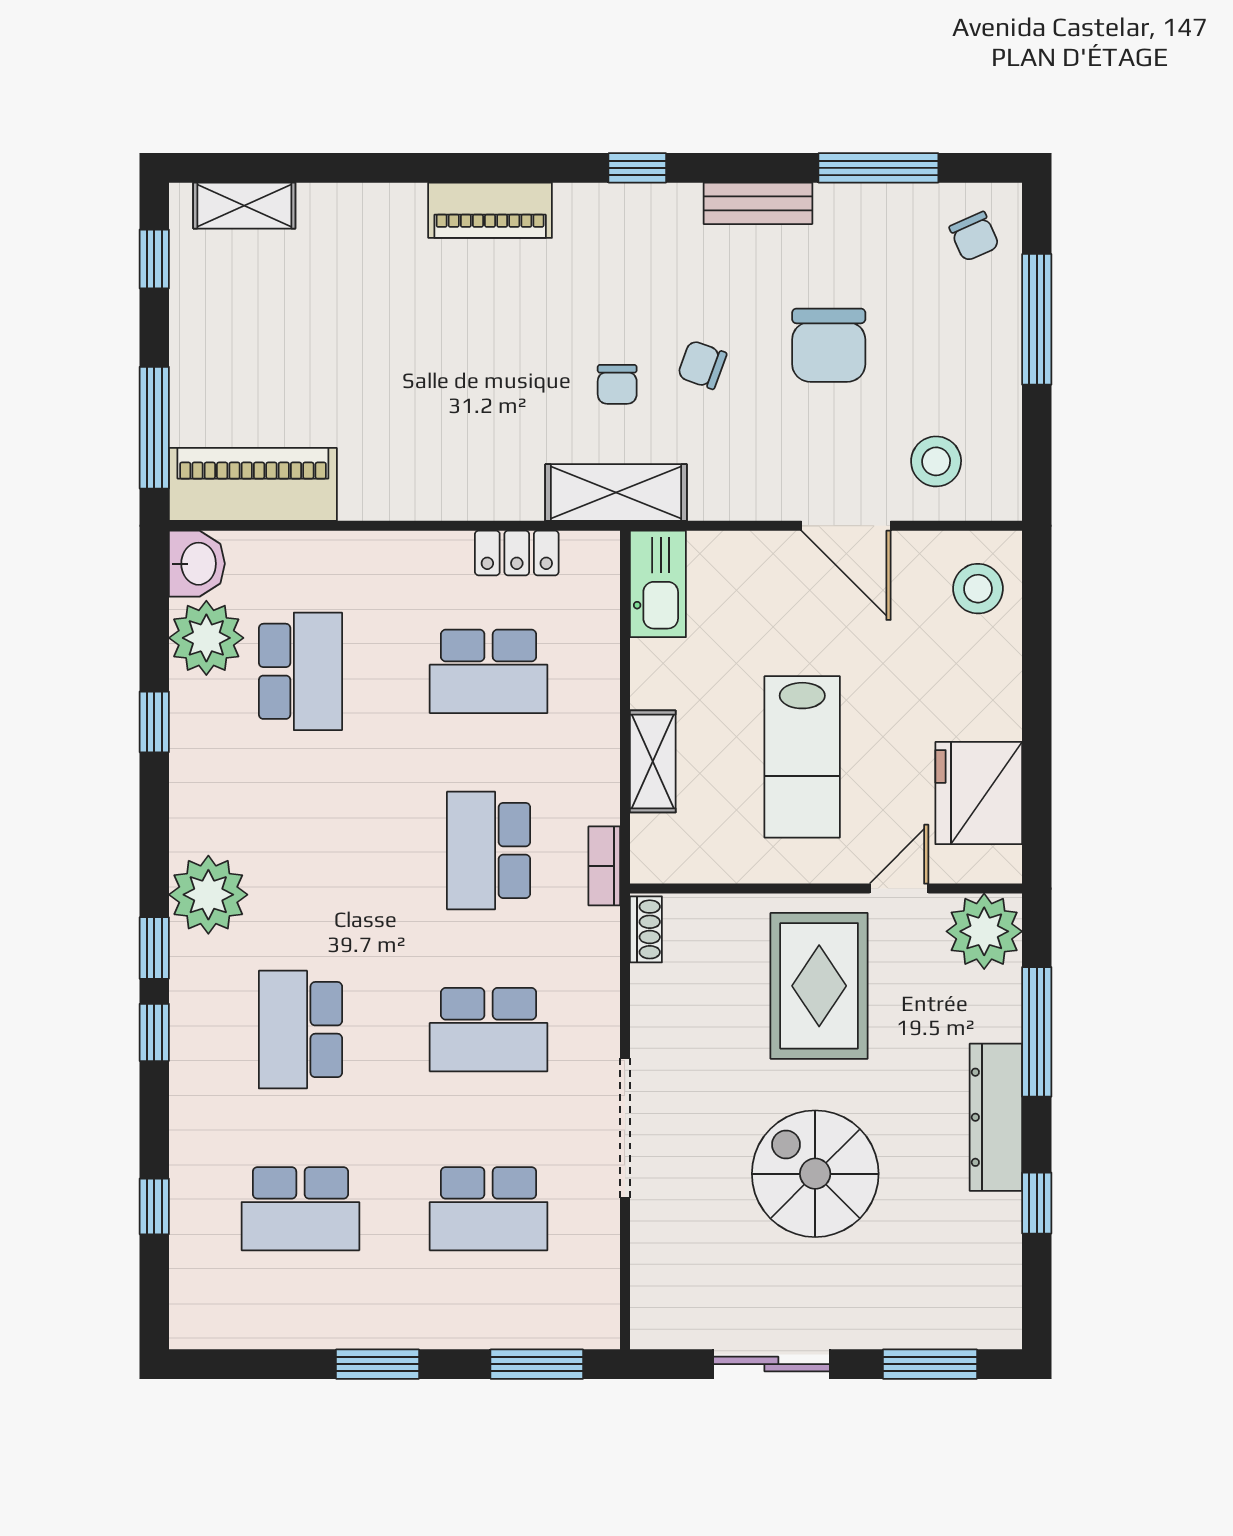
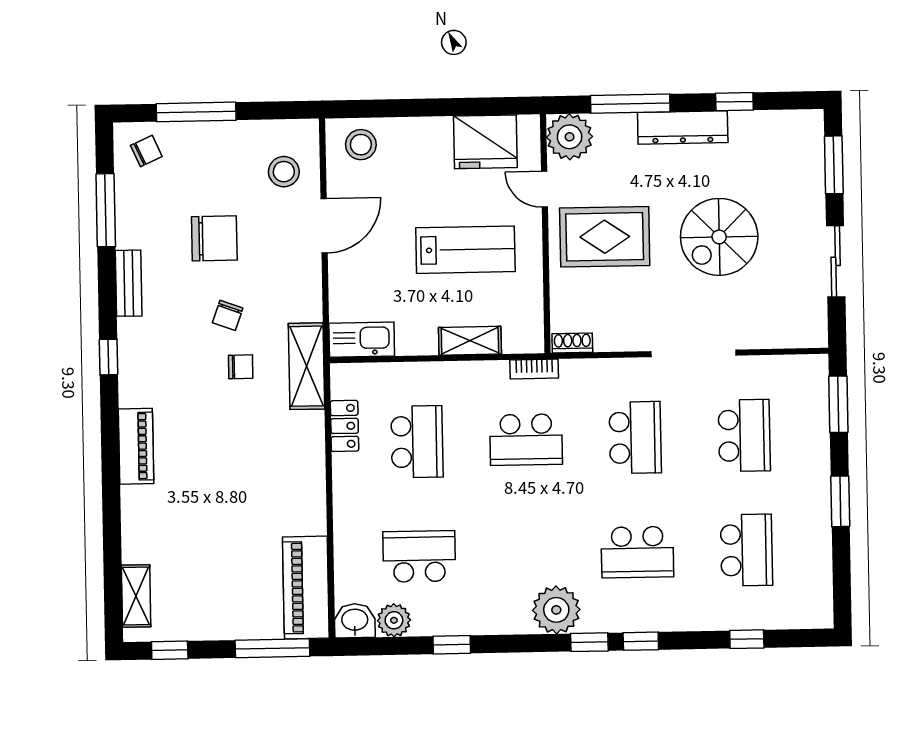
plant: (206, 638) -> (394, 620), width x0.73, depth x0.73

